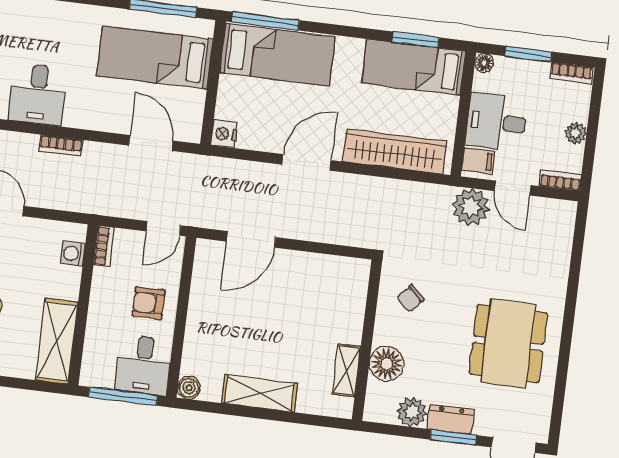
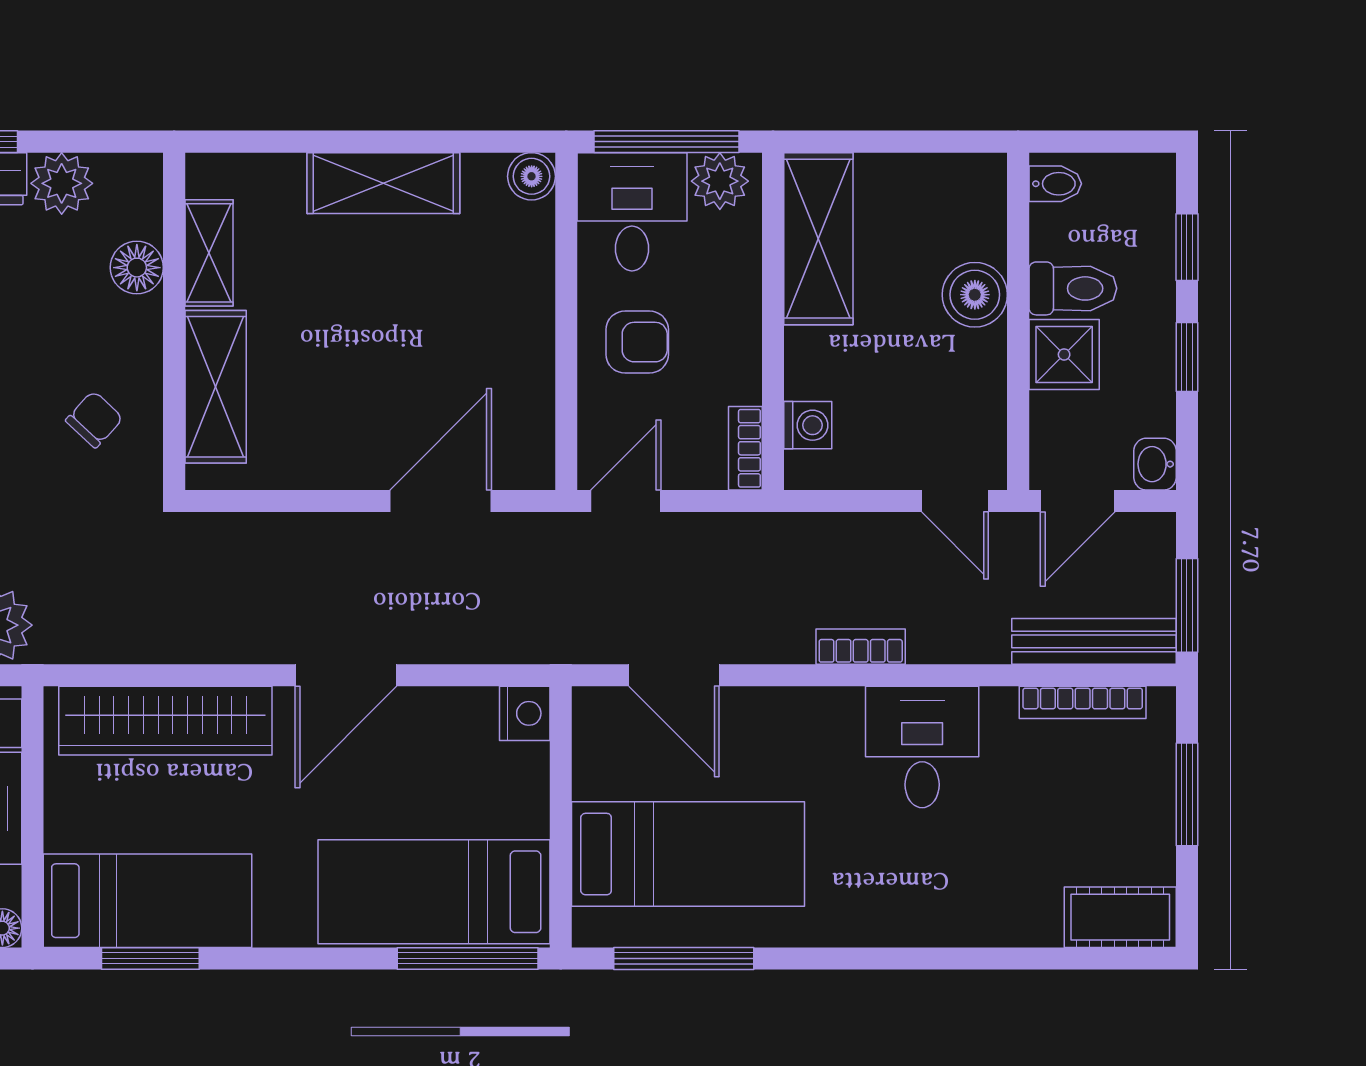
shelving: (351, 307) -> (216, 387), added
floor lamp: (387, 364) -> (137, 268), width x0.73, depth x0.73
plant: (100, 374) -> (720, 181), added

